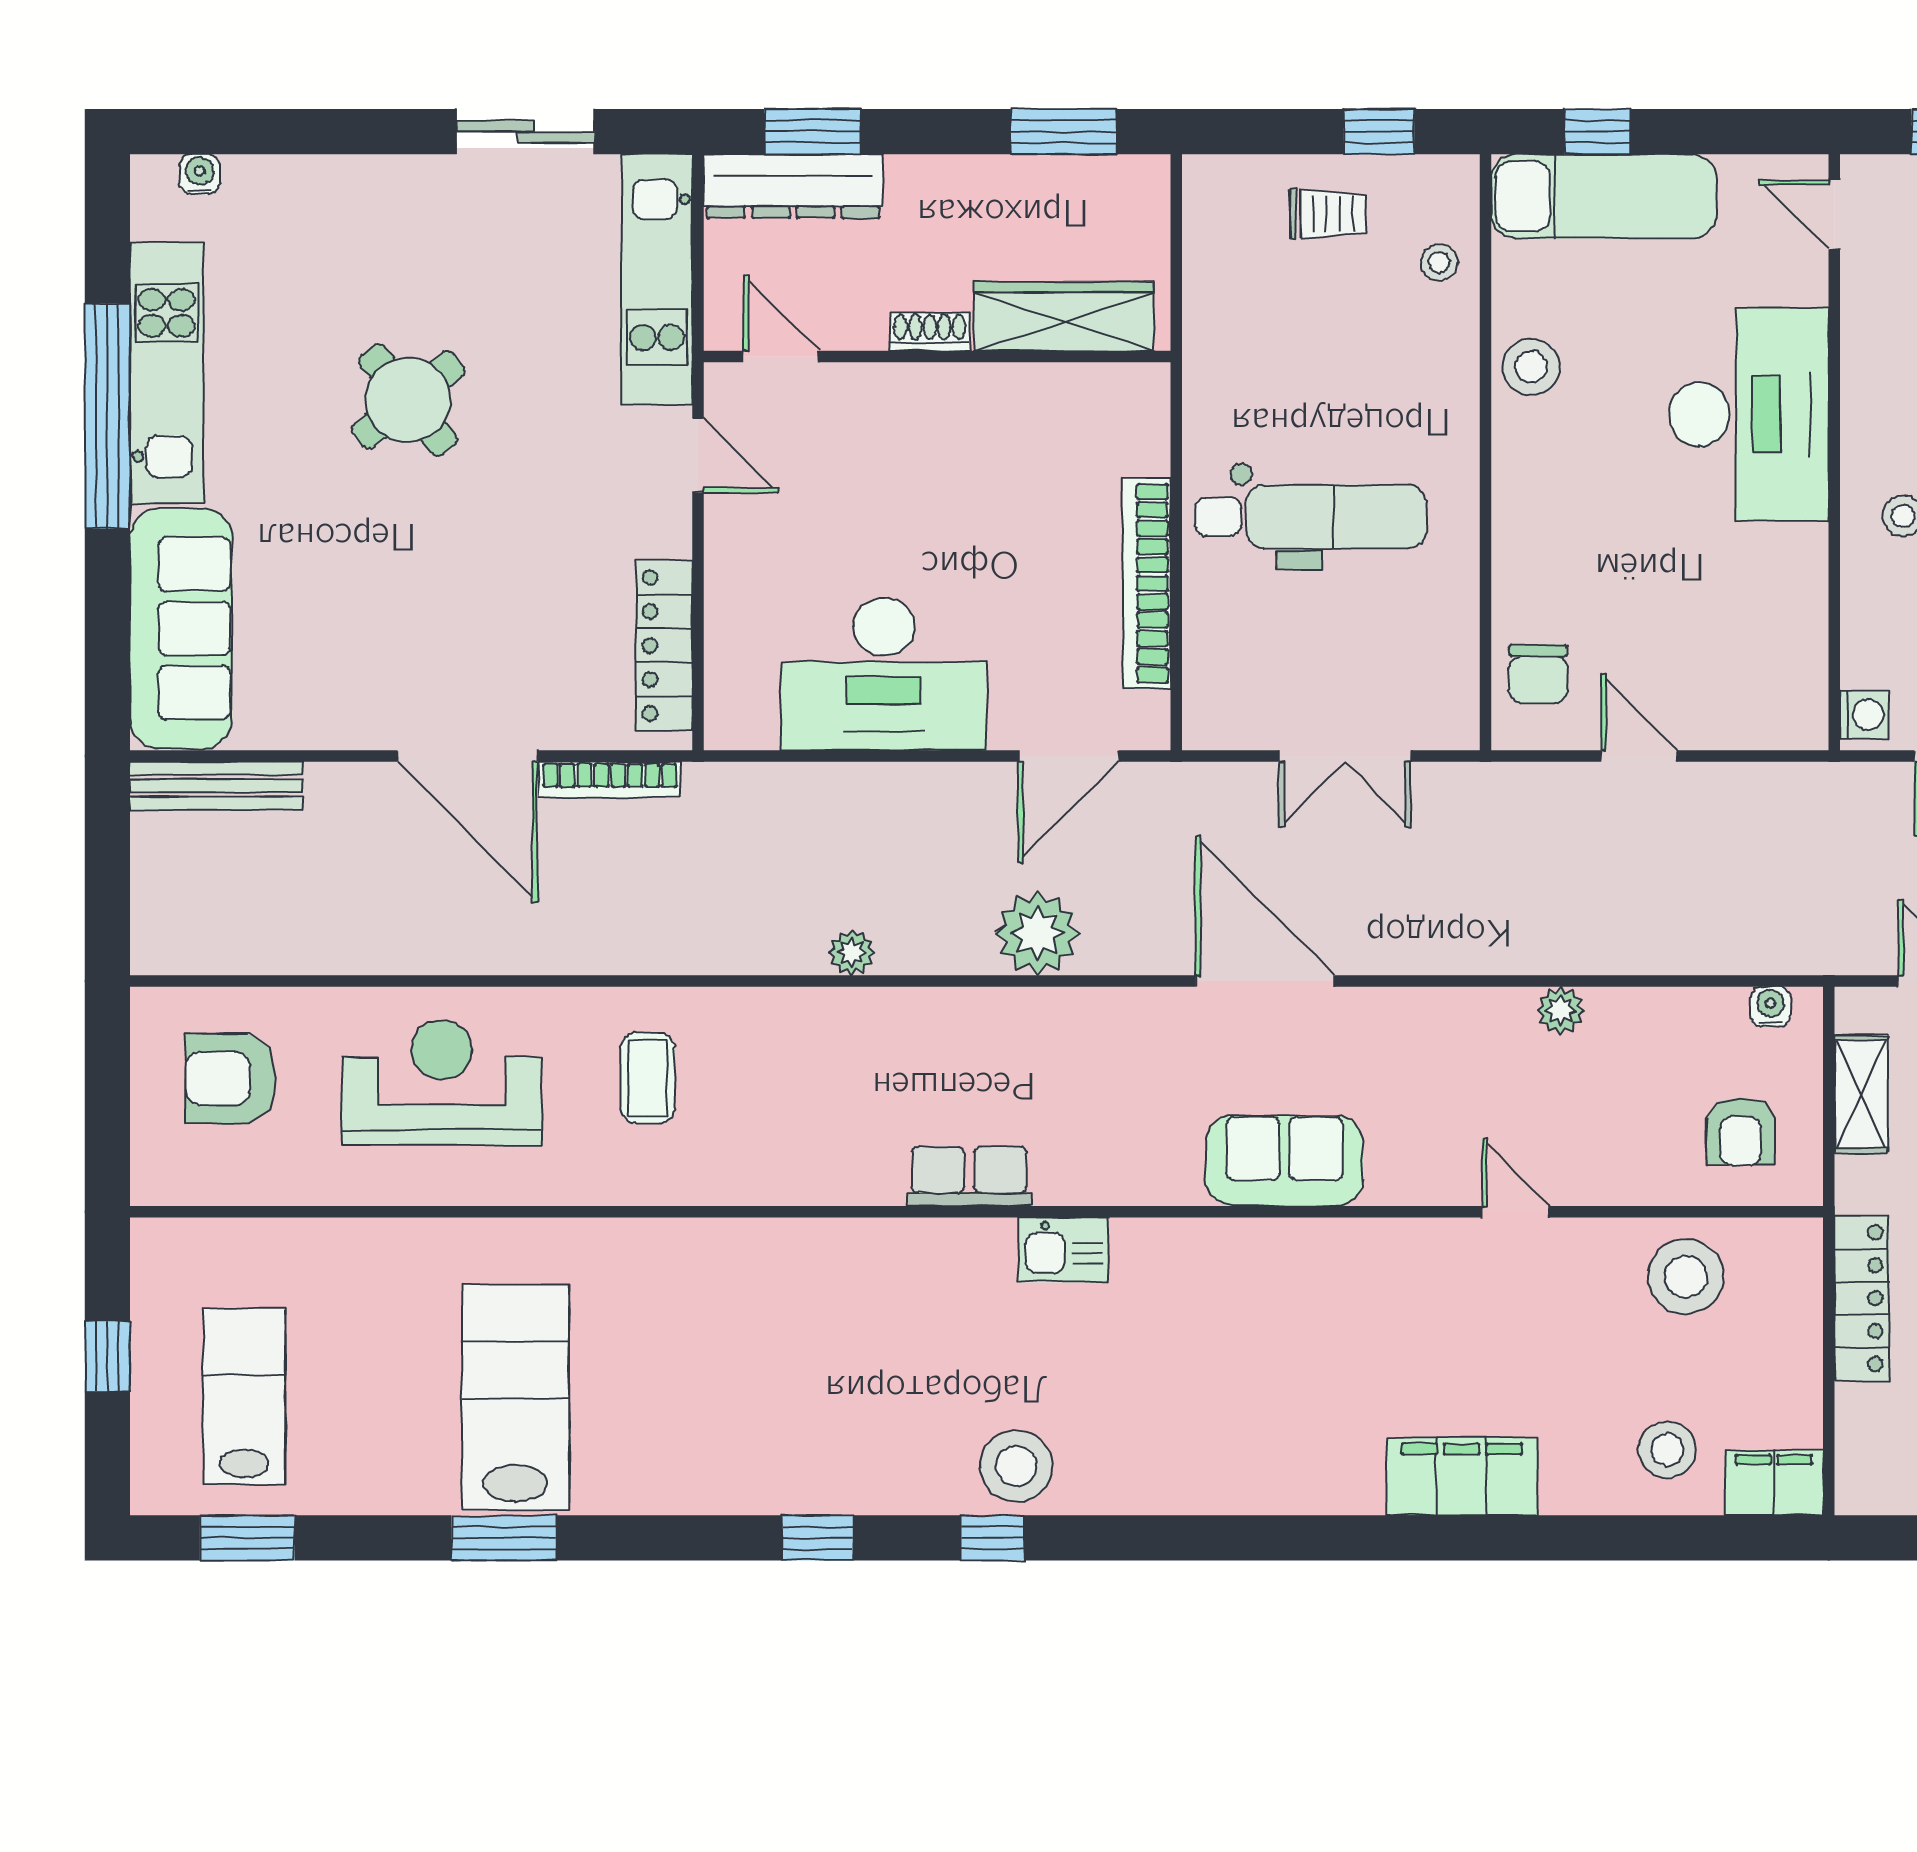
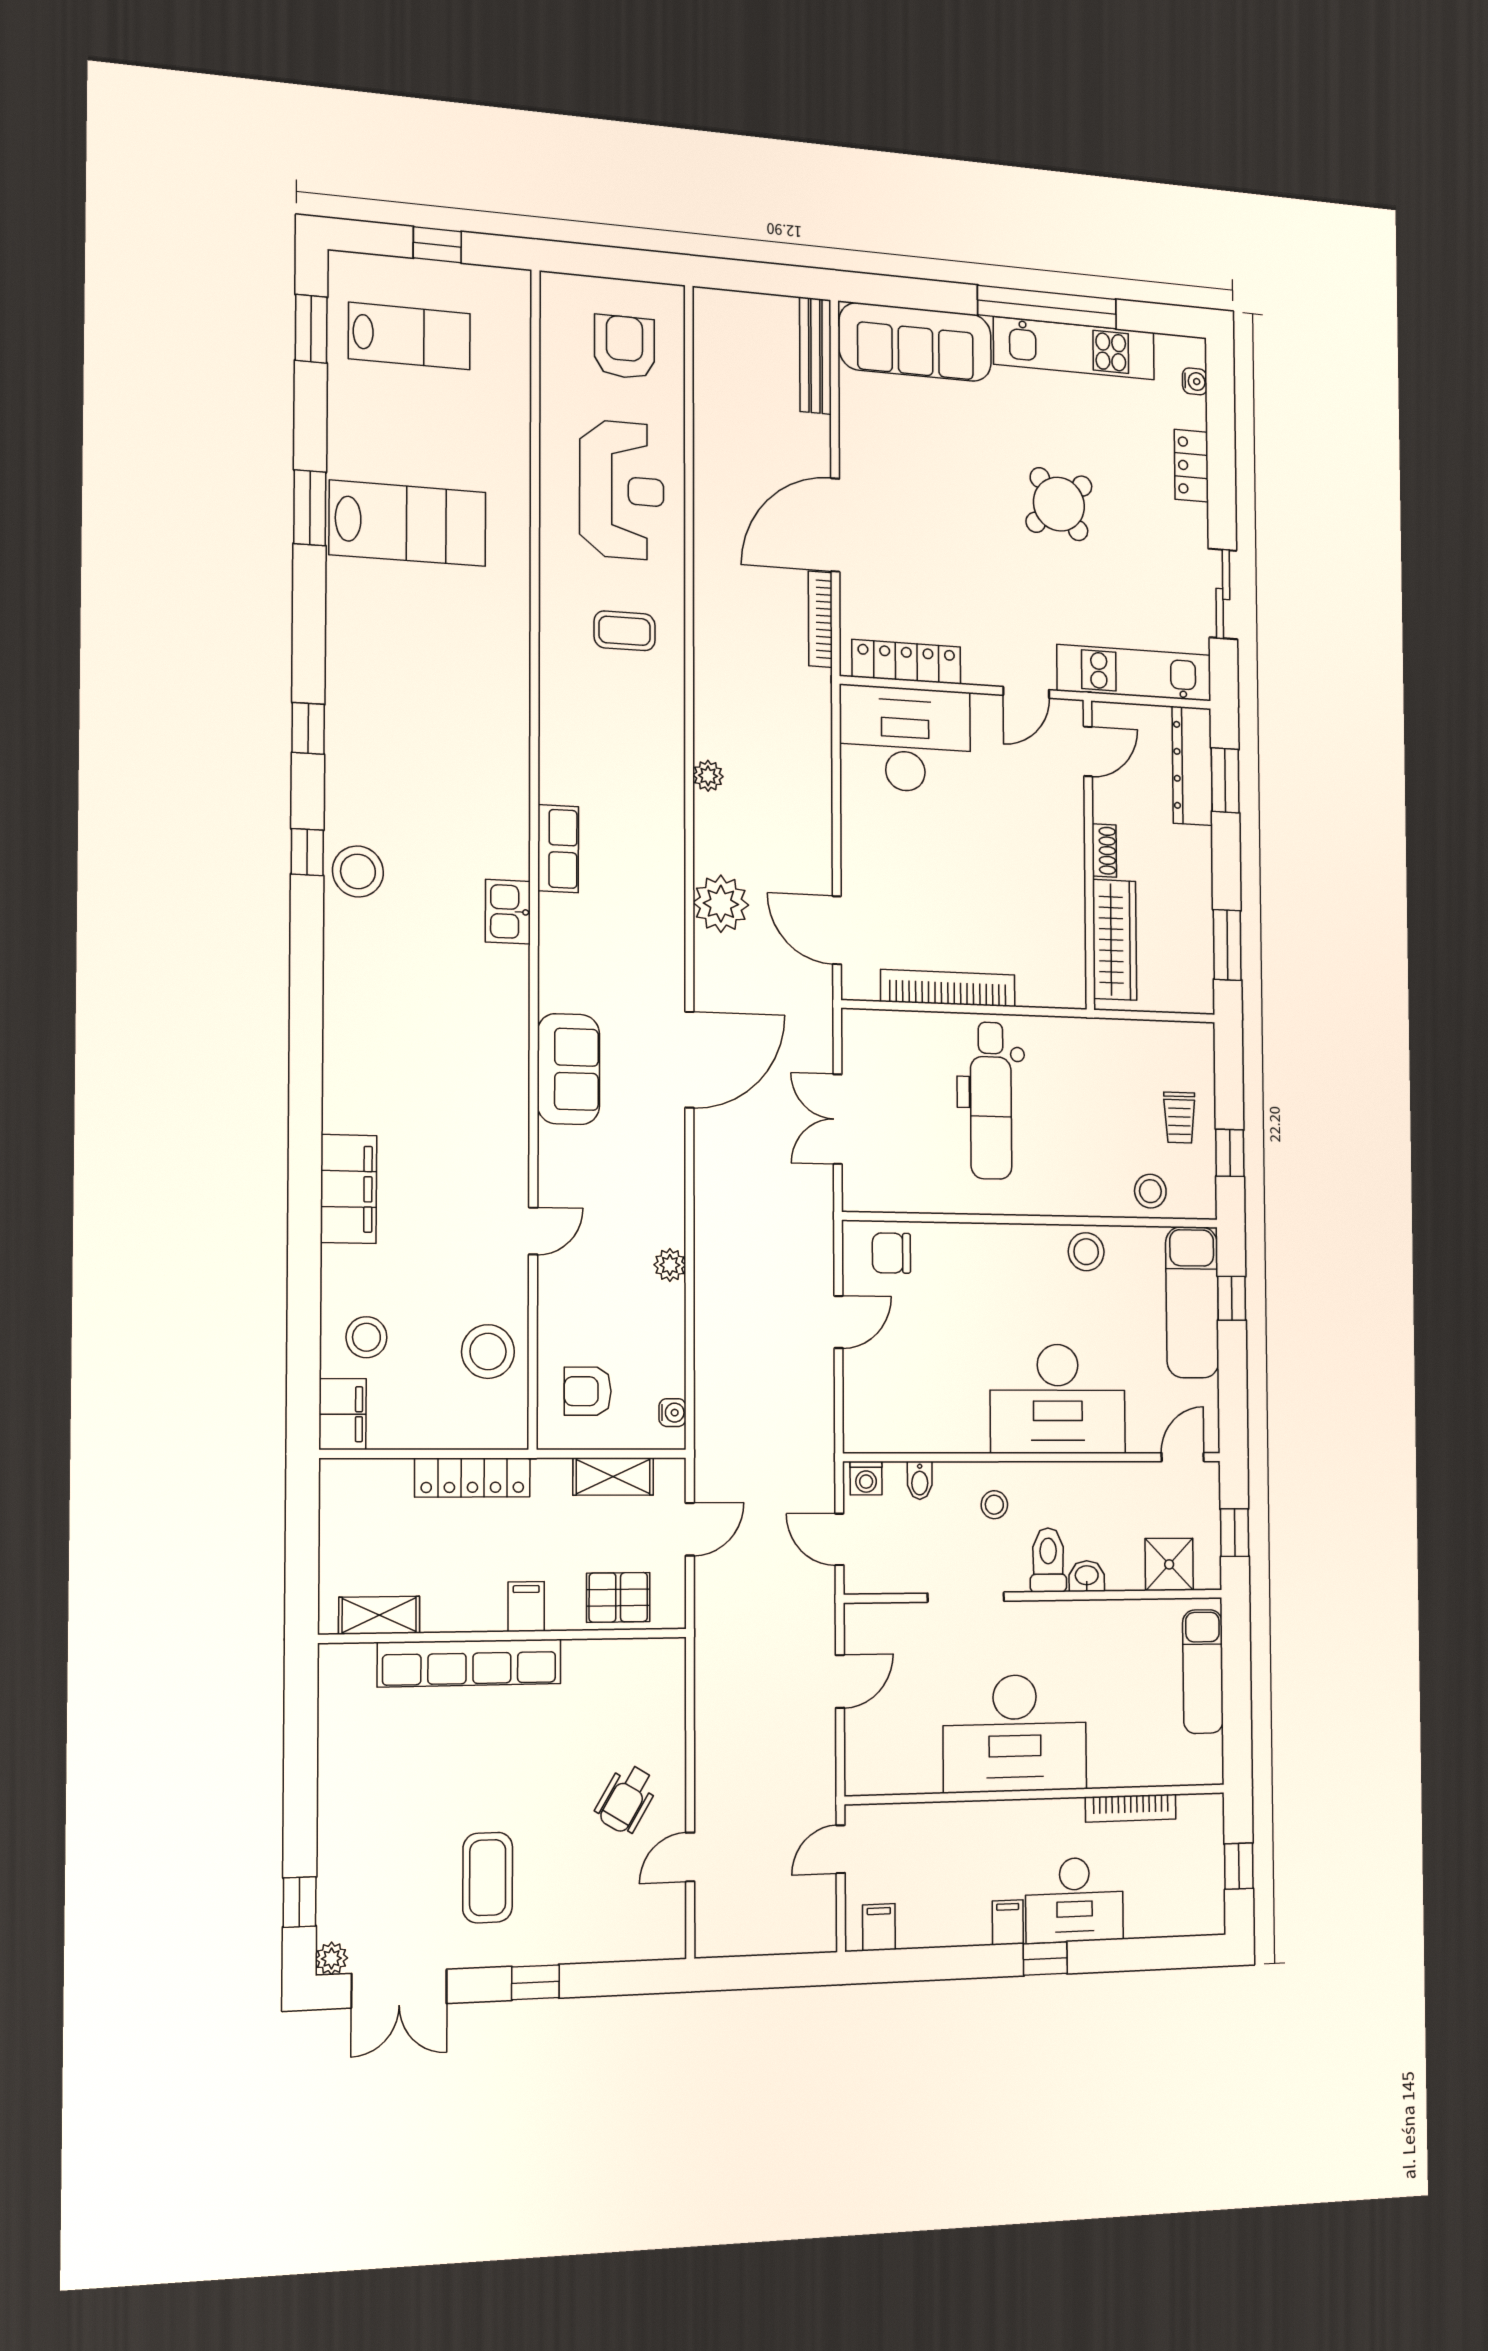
locker: (331, 181) -> (1191, 466), added
stool: (1439, 262) -> (1150, 1191), width x1.37, depth x1.37
bidet: (1868, 632) -> (920, 1480), added
desk: (884, 674) -> (905, 739), moved, turned 90

